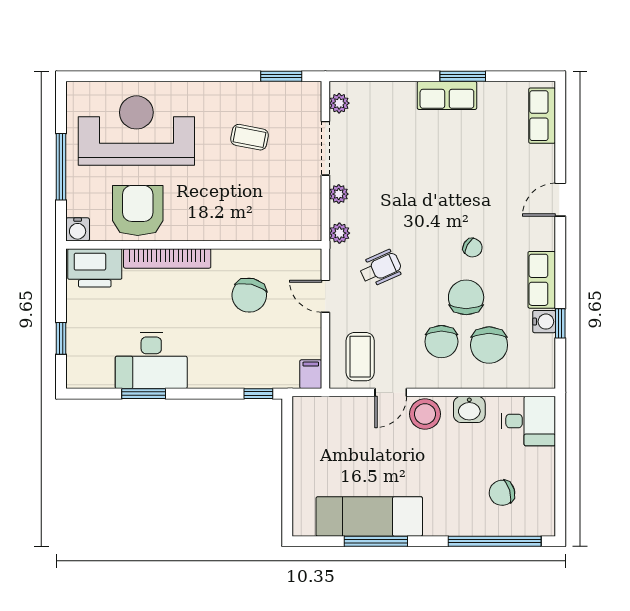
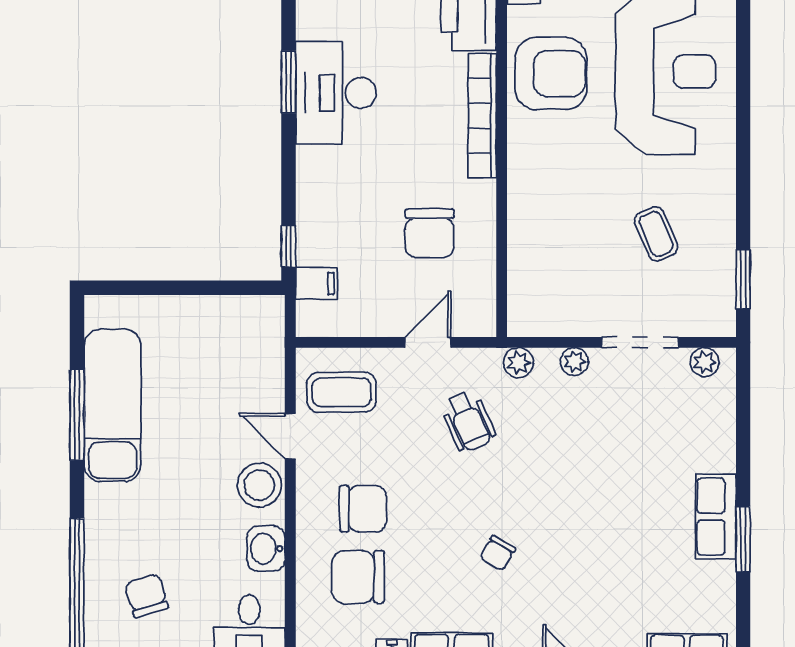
coffee table: (250, 137) -> (656, 234), turned -34
chair: (249, 295) -> (430, 233), turned -103
chair: (466, 297) -> (426, 544), removed
chair: (441, 342) -> (363, 509), turned 180
filing cabinet: (311, 374) -> (316, 283), moved

